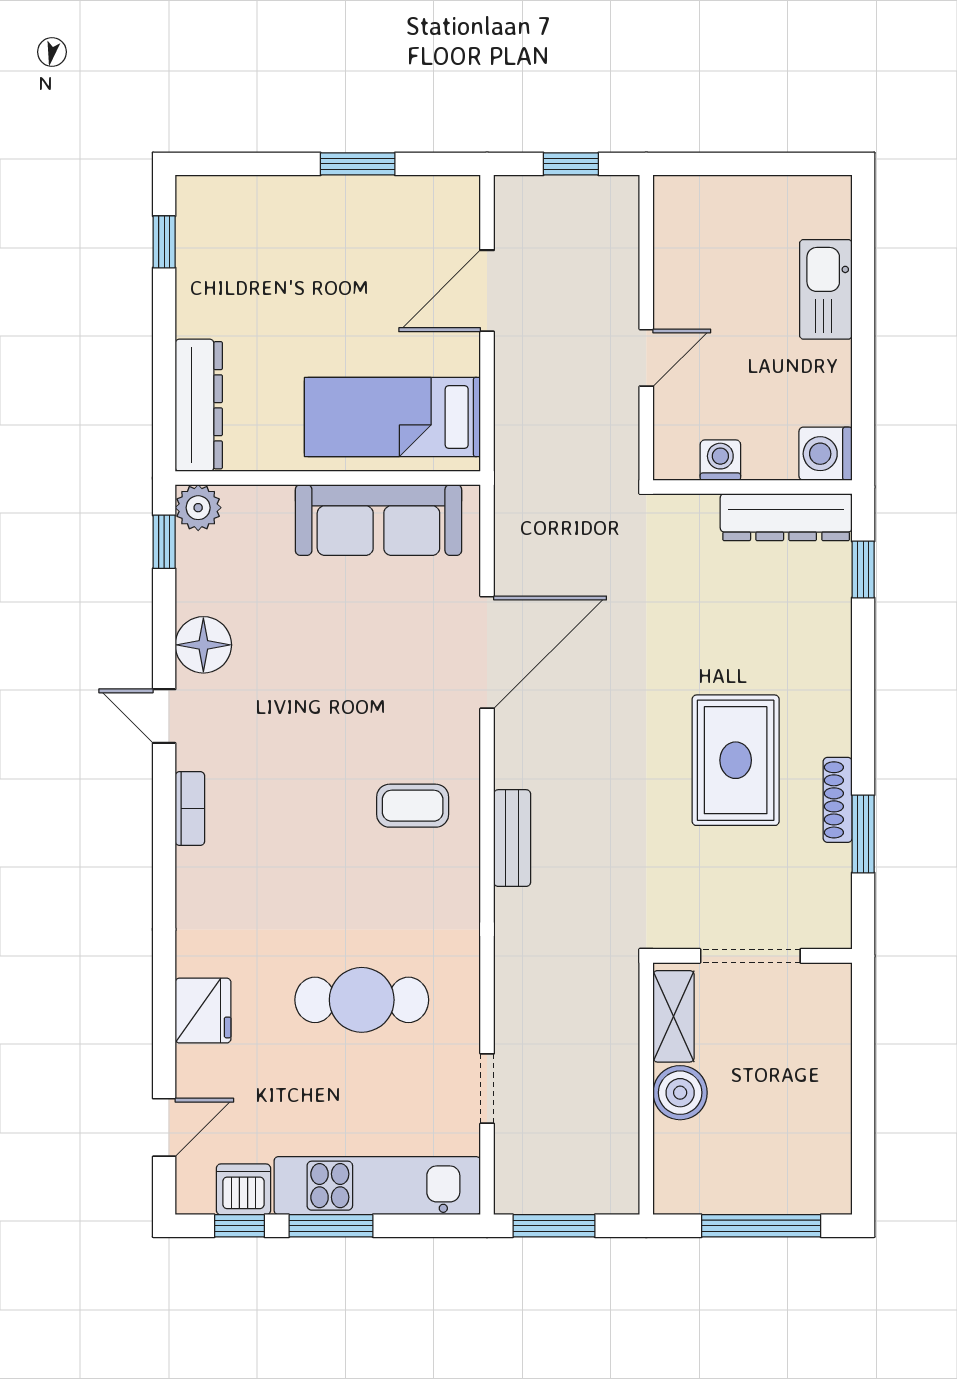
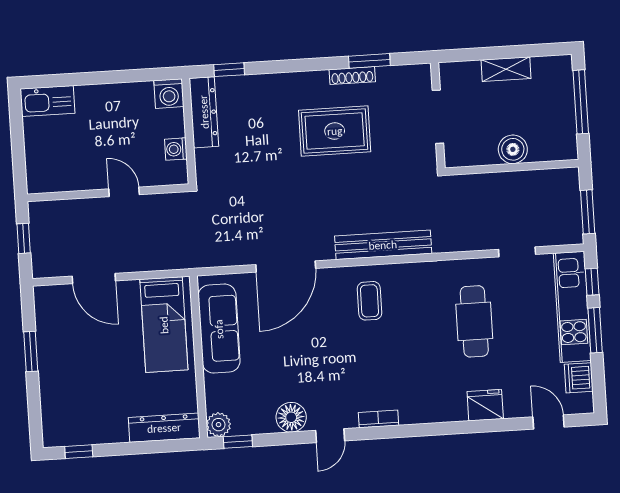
kitchen sink: (826, 289) -> (48, 101), moved
door: (487, 652) -> (286, 266), swing flipped
bench: (512, 838) -> (383, 245), width x1.86, depth x1.21
shelving: (674, 1016) -> (506, 69), moved
window: (240, 1226) -> (592, 282), moved

